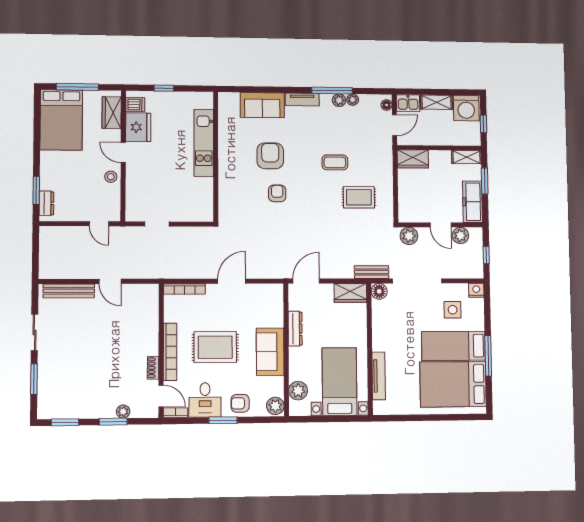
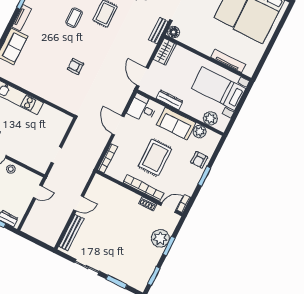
armchair: (270, 156) -> (48, 58), removed
desk: (205, 400) -> (142, 108), moved, turned 180
plant: (275, 406) -> (200, 132), moved
plant: (123, 412) -> (160, 238), width x1.88, depth x1.88

